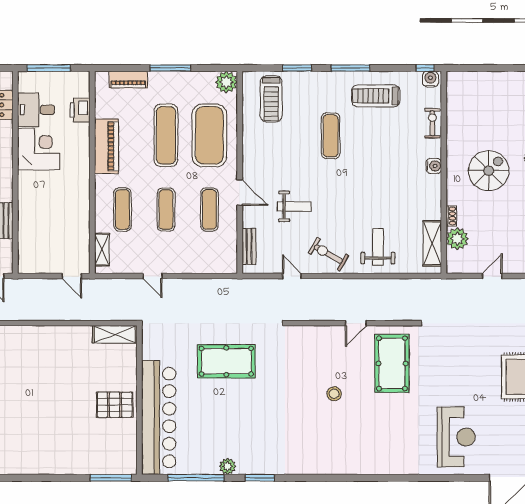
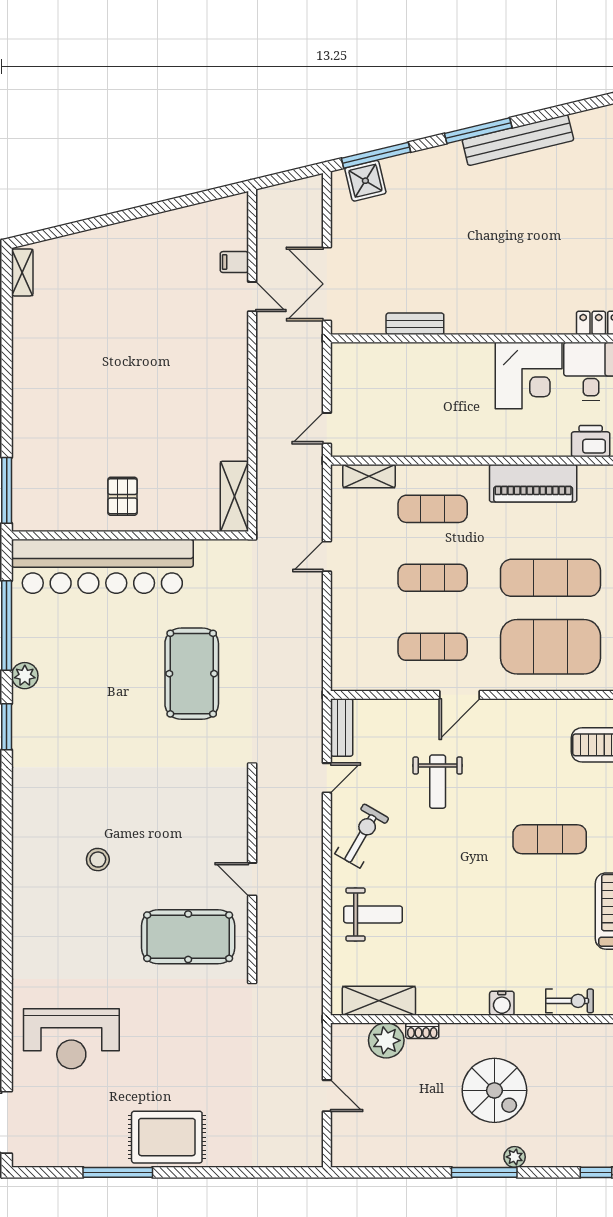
bench: (249, 246) -> (342, 728), moved, turned 90
stool: (334, 394) -> (98, 860), moved
pallet: (115, 405) -> (122, 496), width x0.67, depth x0.71

